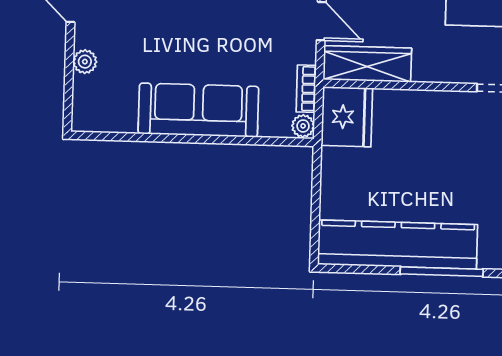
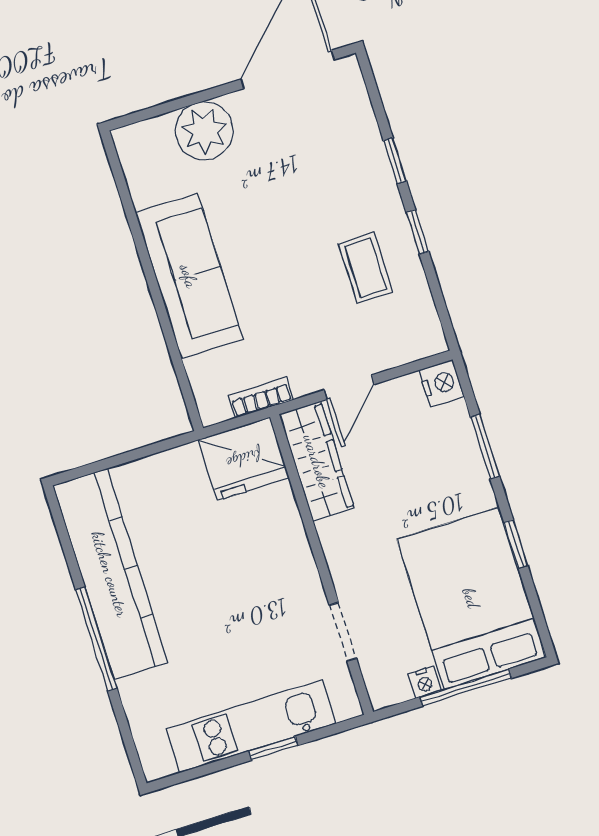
plant: (85, 62) -> (204, 131), width x1.87, depth x1.87
plant: (303, 126) -> (214, 410), removed

